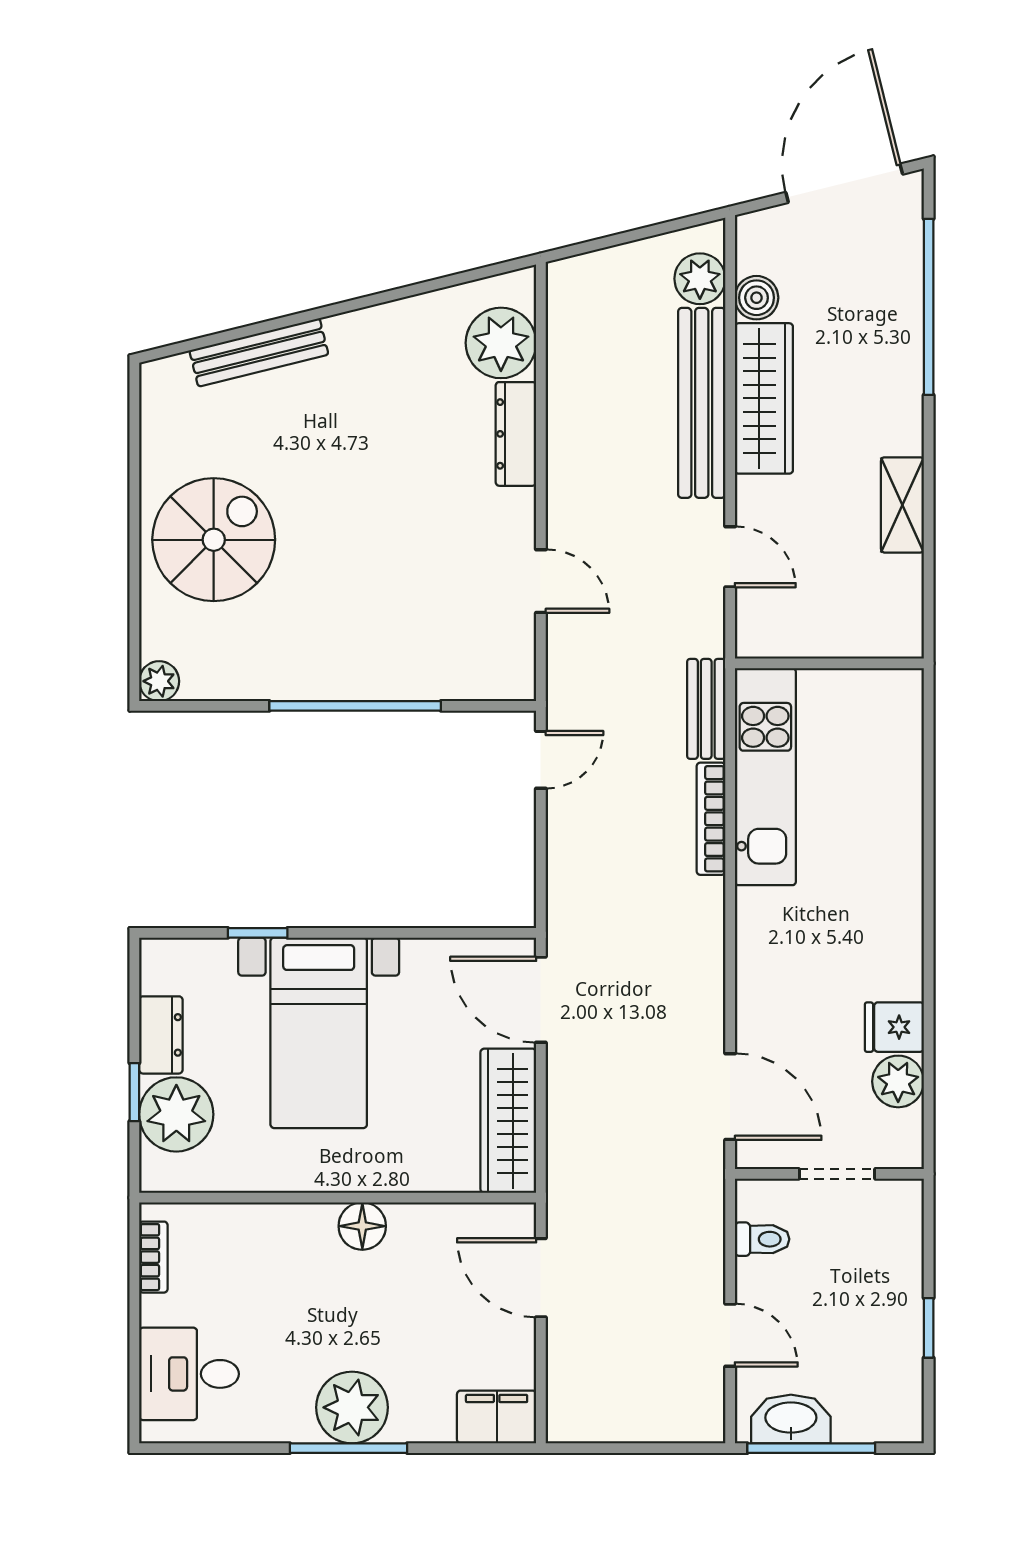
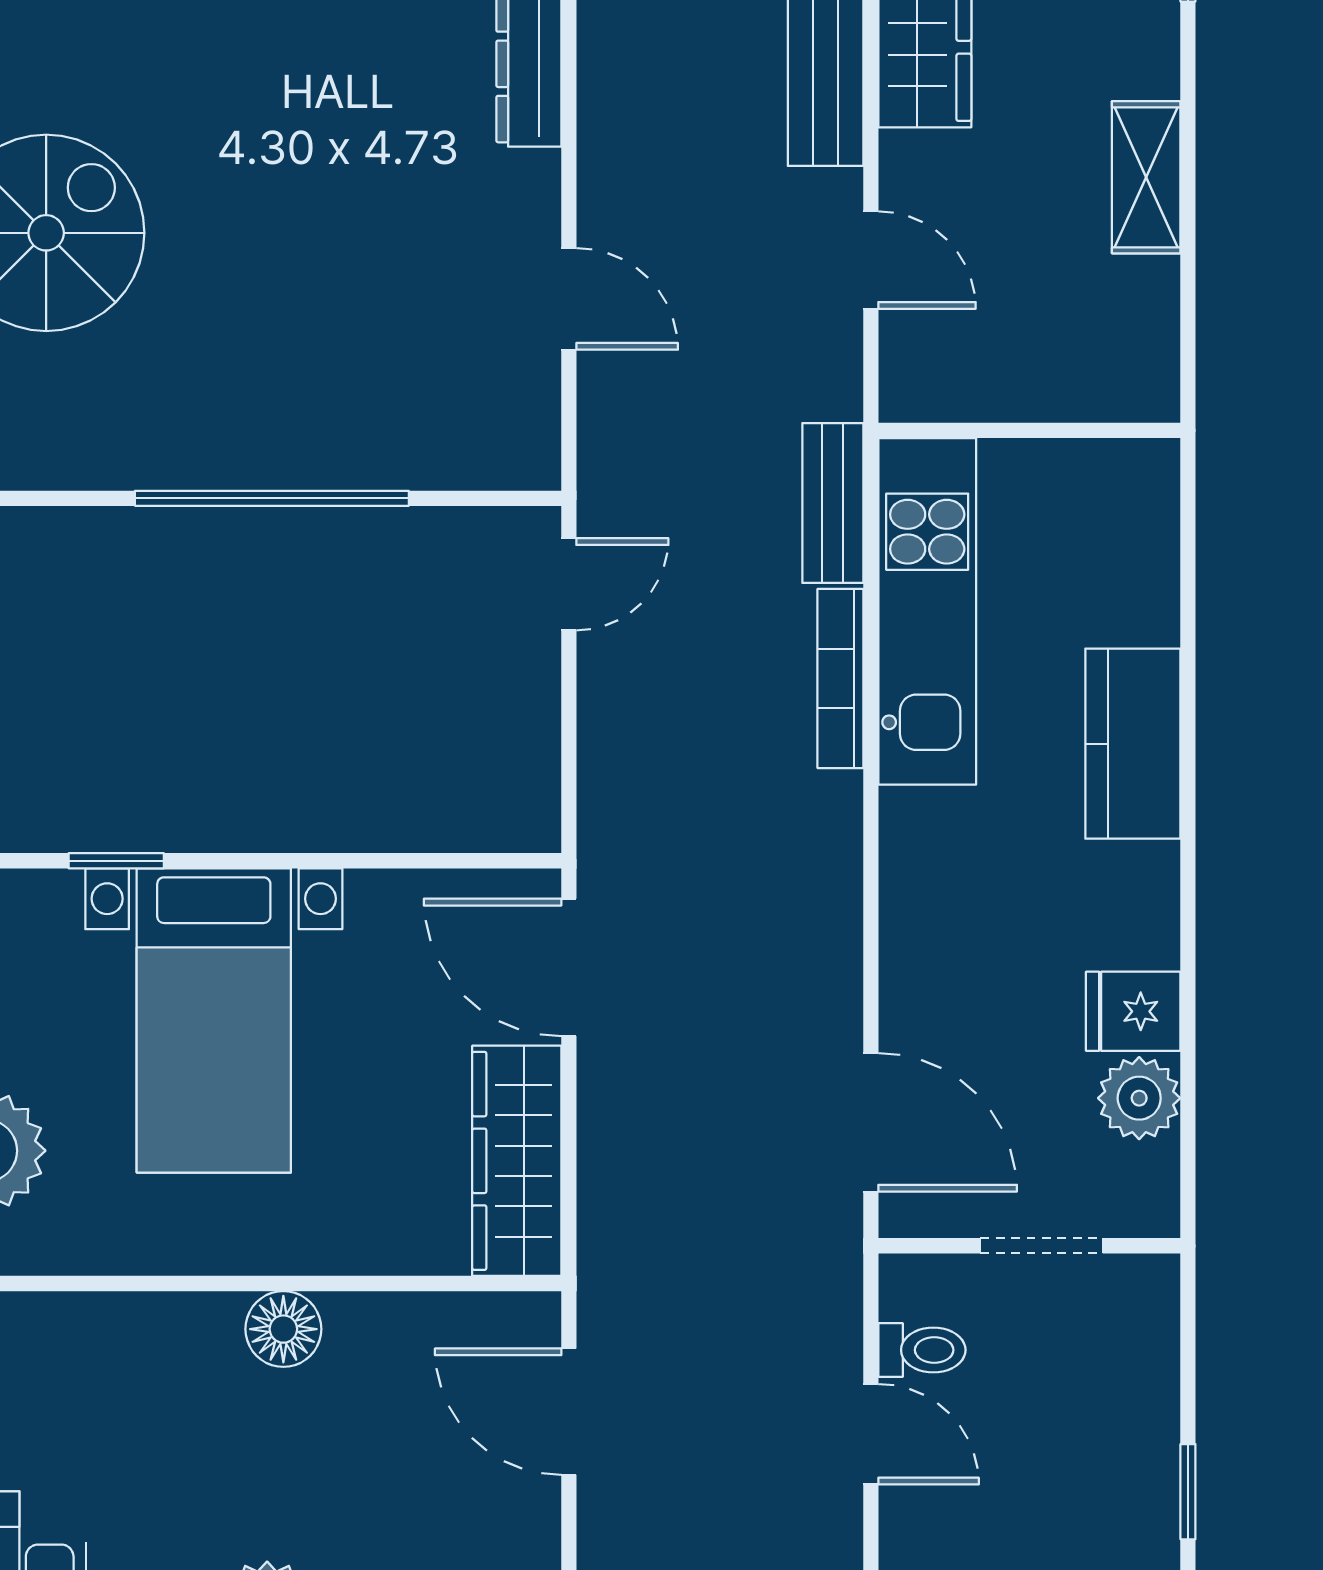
kitchen counter: (894, 860) -> (1133, 744), added
door: (730, 1335) -> (871, 1434), moved

